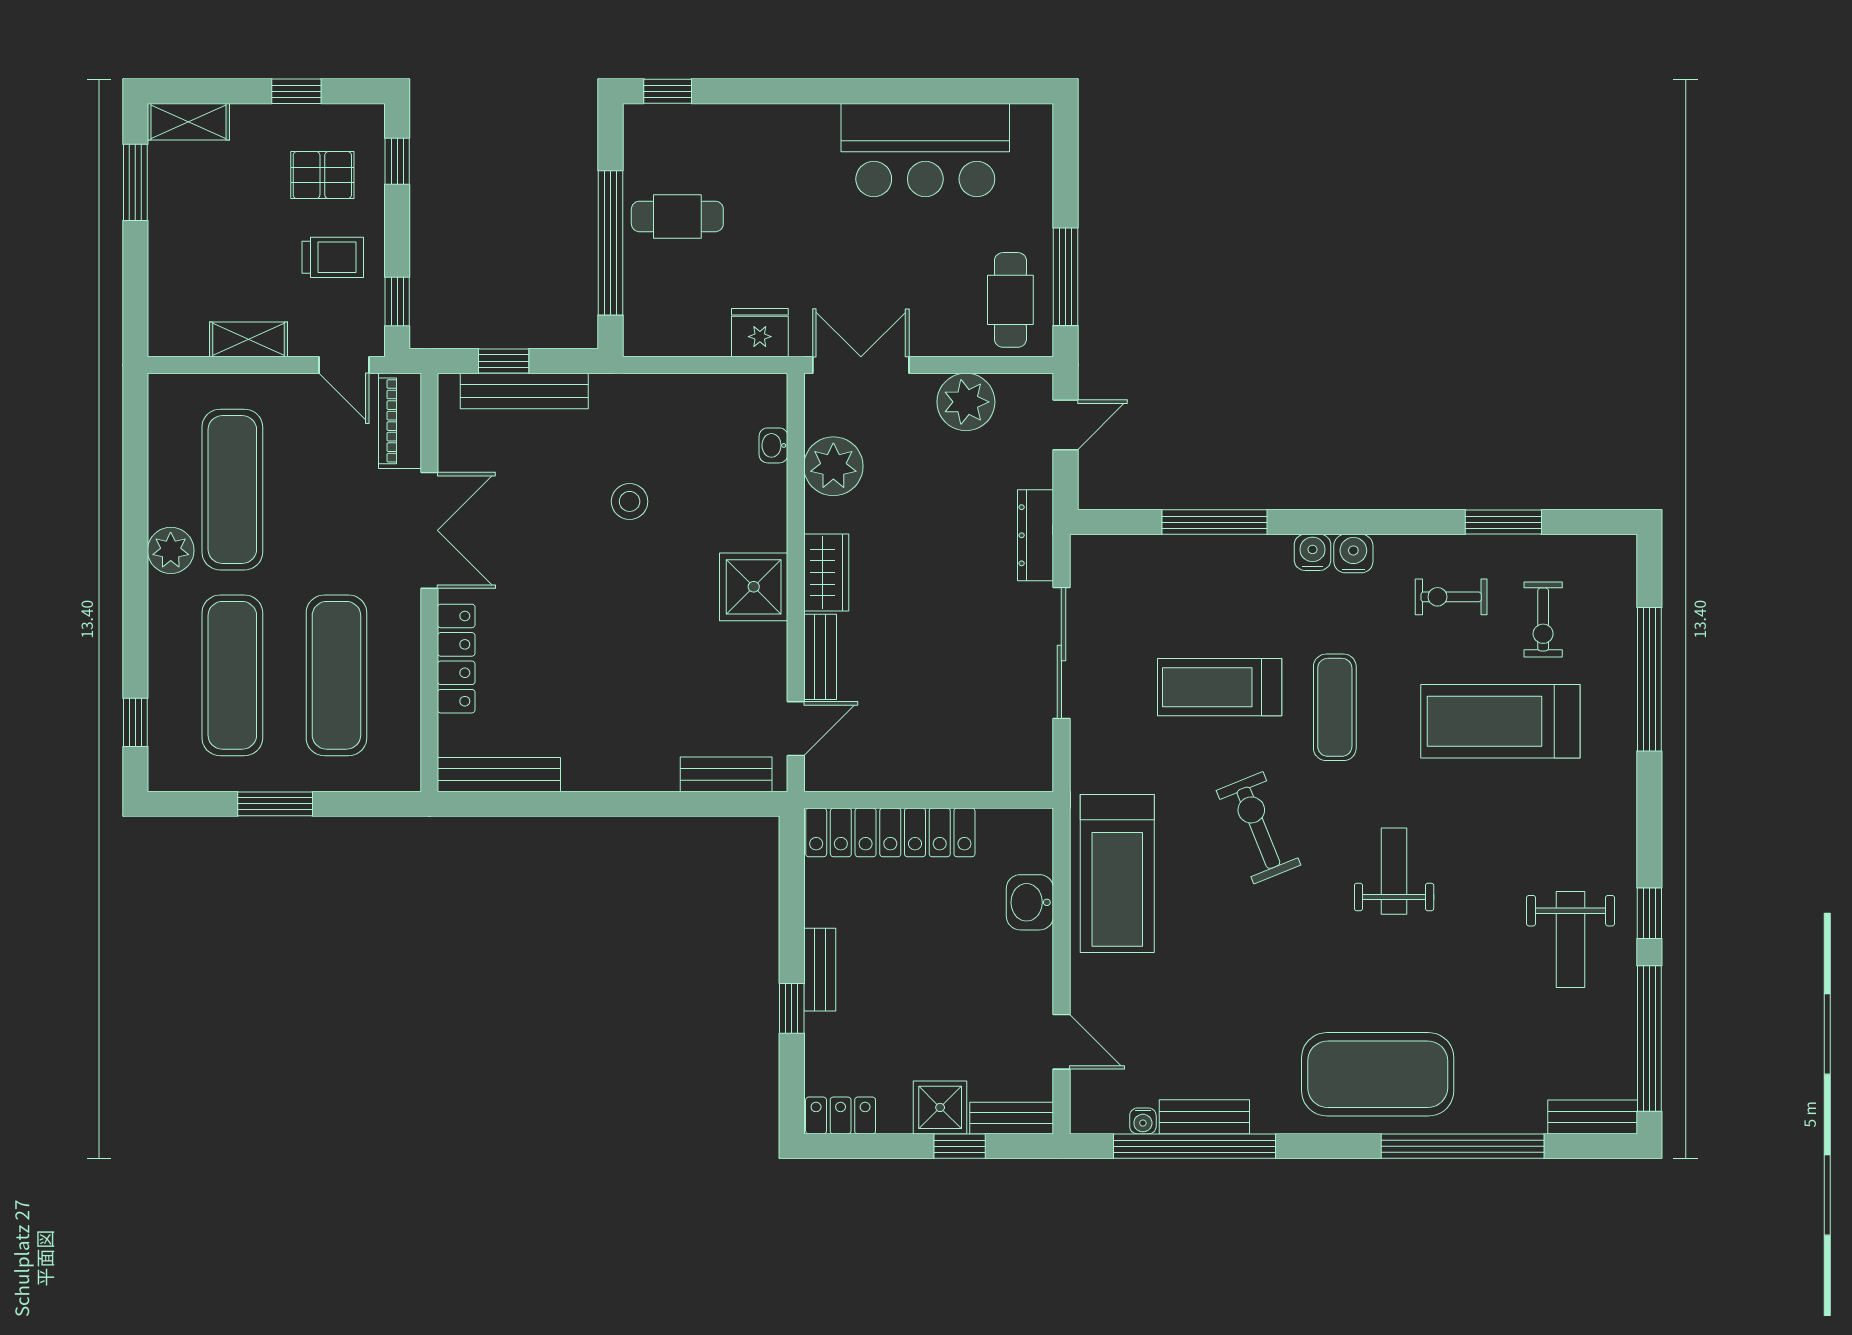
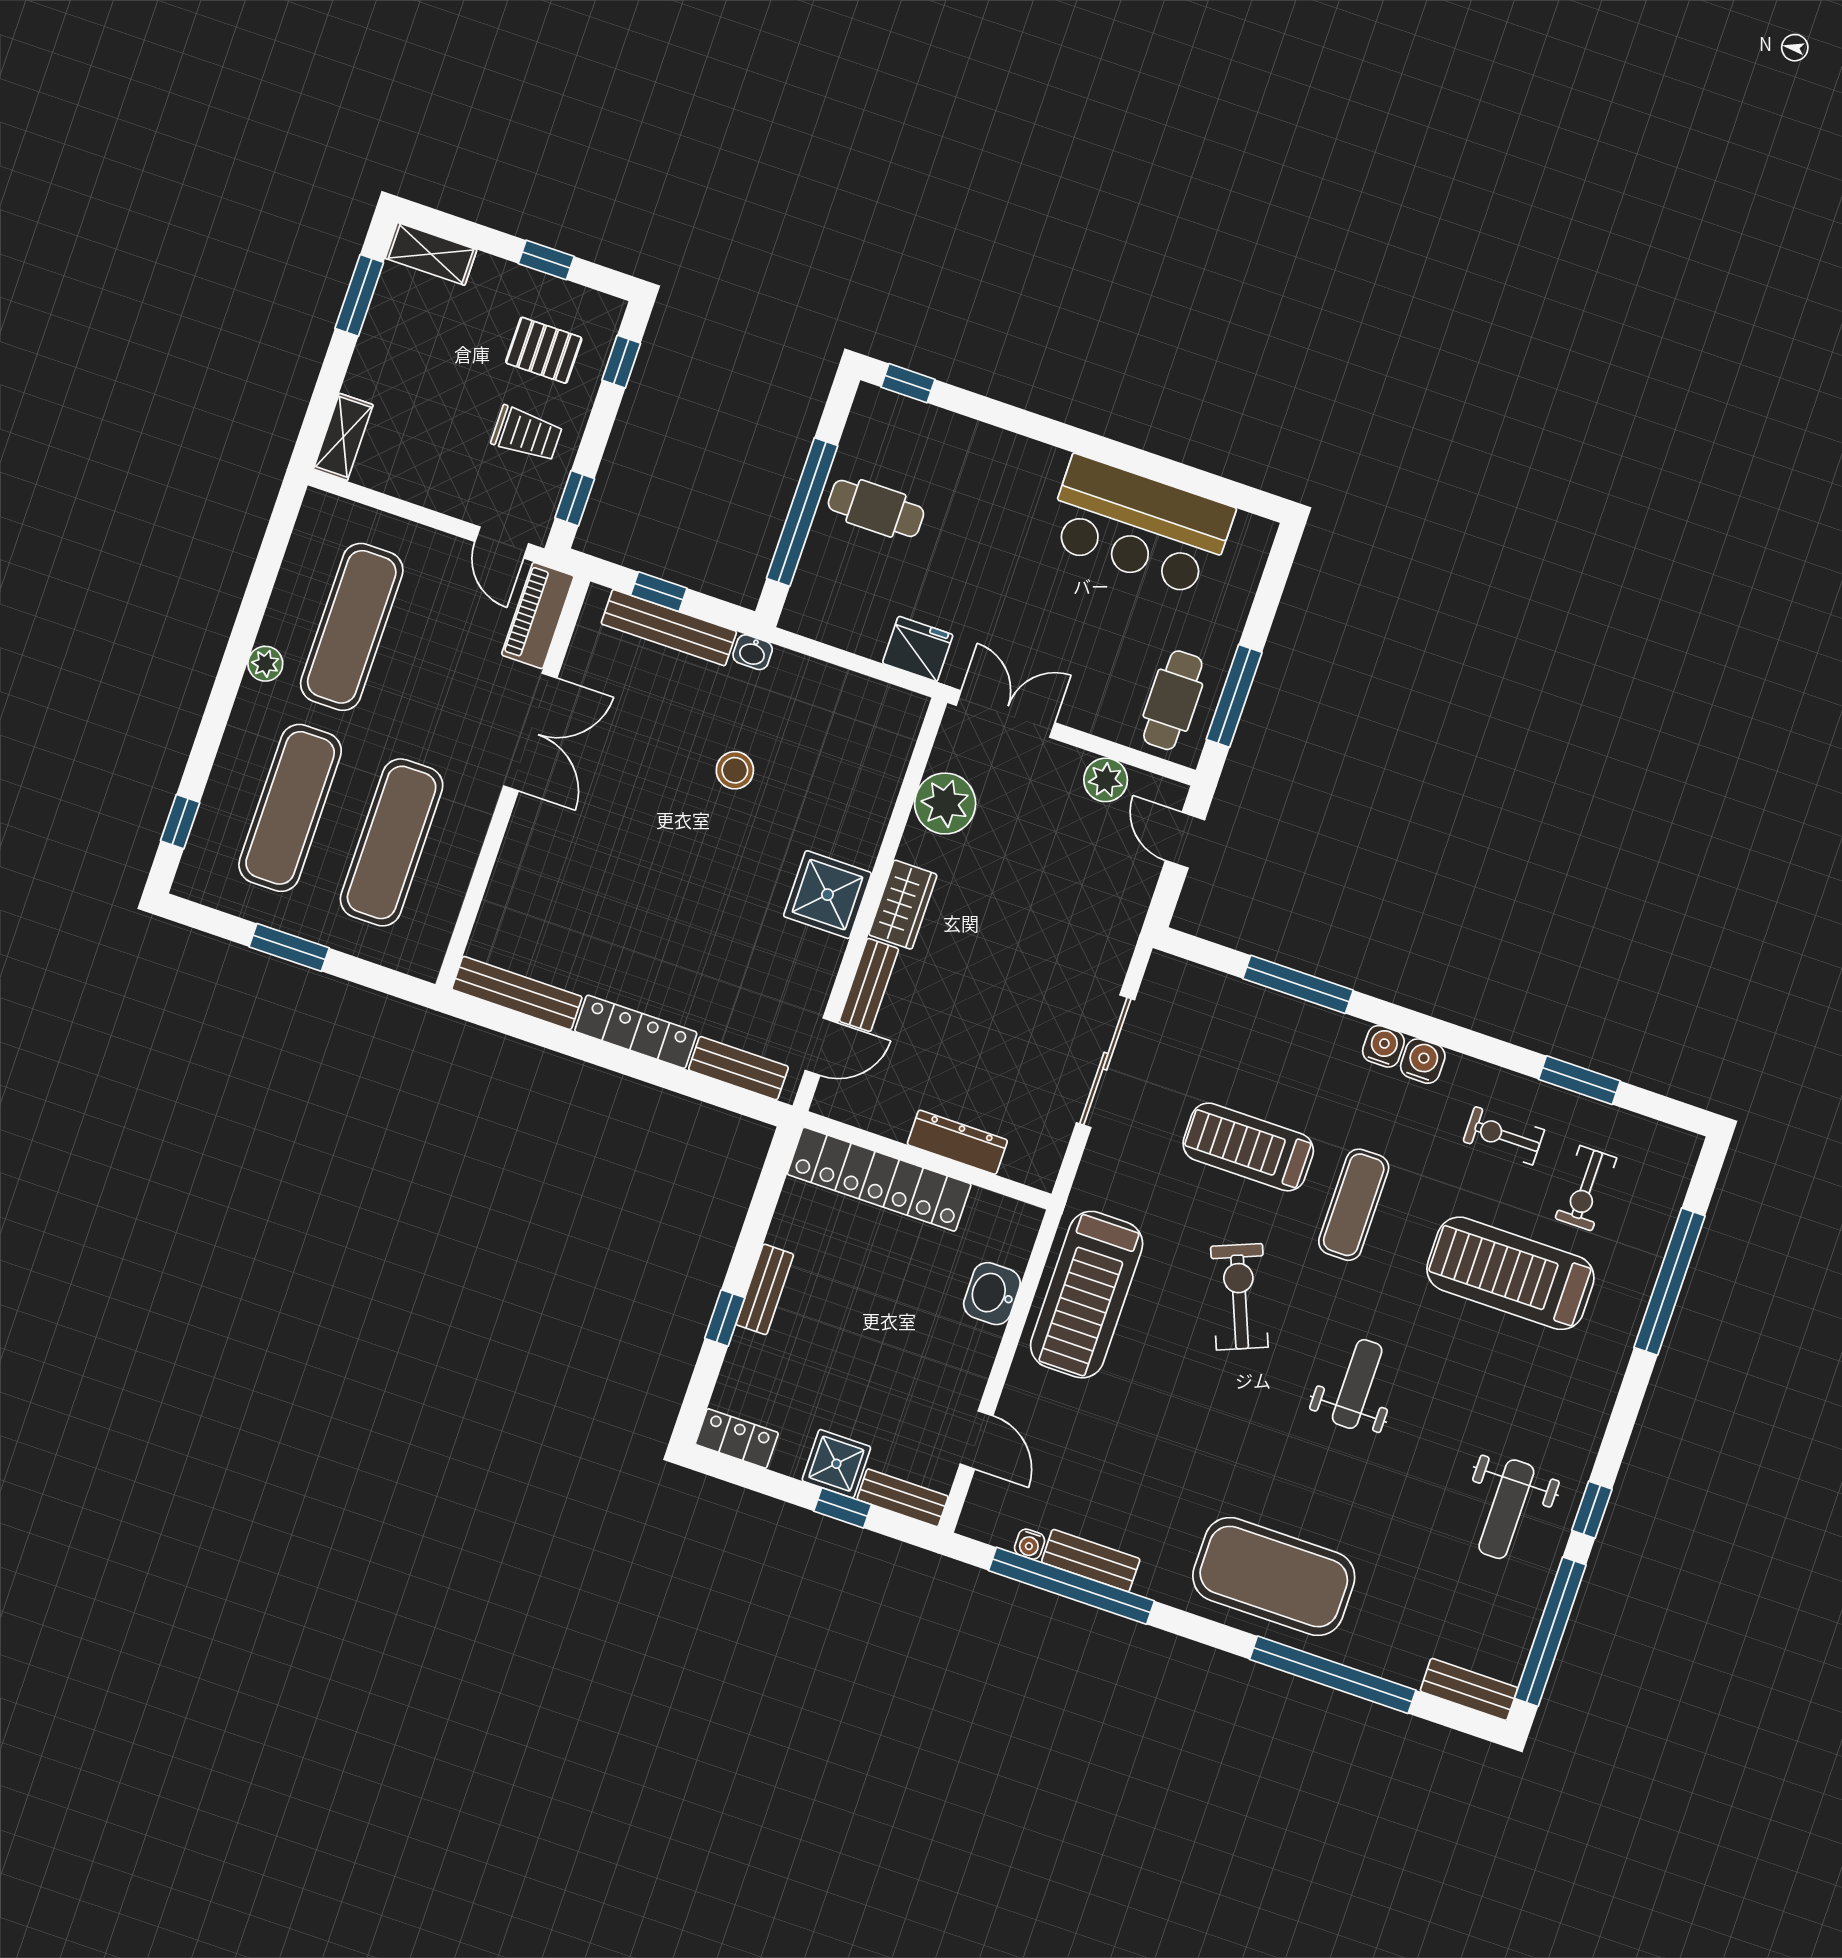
shelving: (248, 339) -> (343, 437), moved, turned 90
plant: (966, 402) -> (1106, 780), width x0.73, depth x0.73
door: (1066, 425) -> (1185, 840), swing flipped
washbasin: (773, 445) -> (753, 652), moved, turned -90
dresser: (1036, 535) -> (957, 1142), moved, turned 90
plant: (171, 550) -> (265, 664), width x0.73, depth x0.73
locker: (456, 659) -> (636, 1032), moved, turned -90

